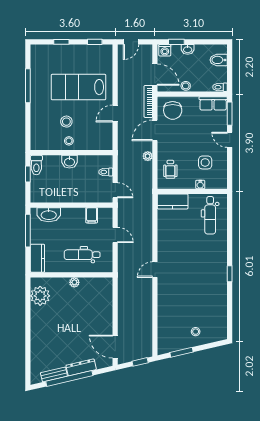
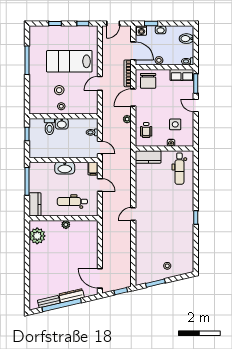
toilet: (36, 165) -> (49, 127), moved
washbasin: (49, 215) -> (65, 168), moved
filing cabinet: (92, 215) -> (93, 169), moved

